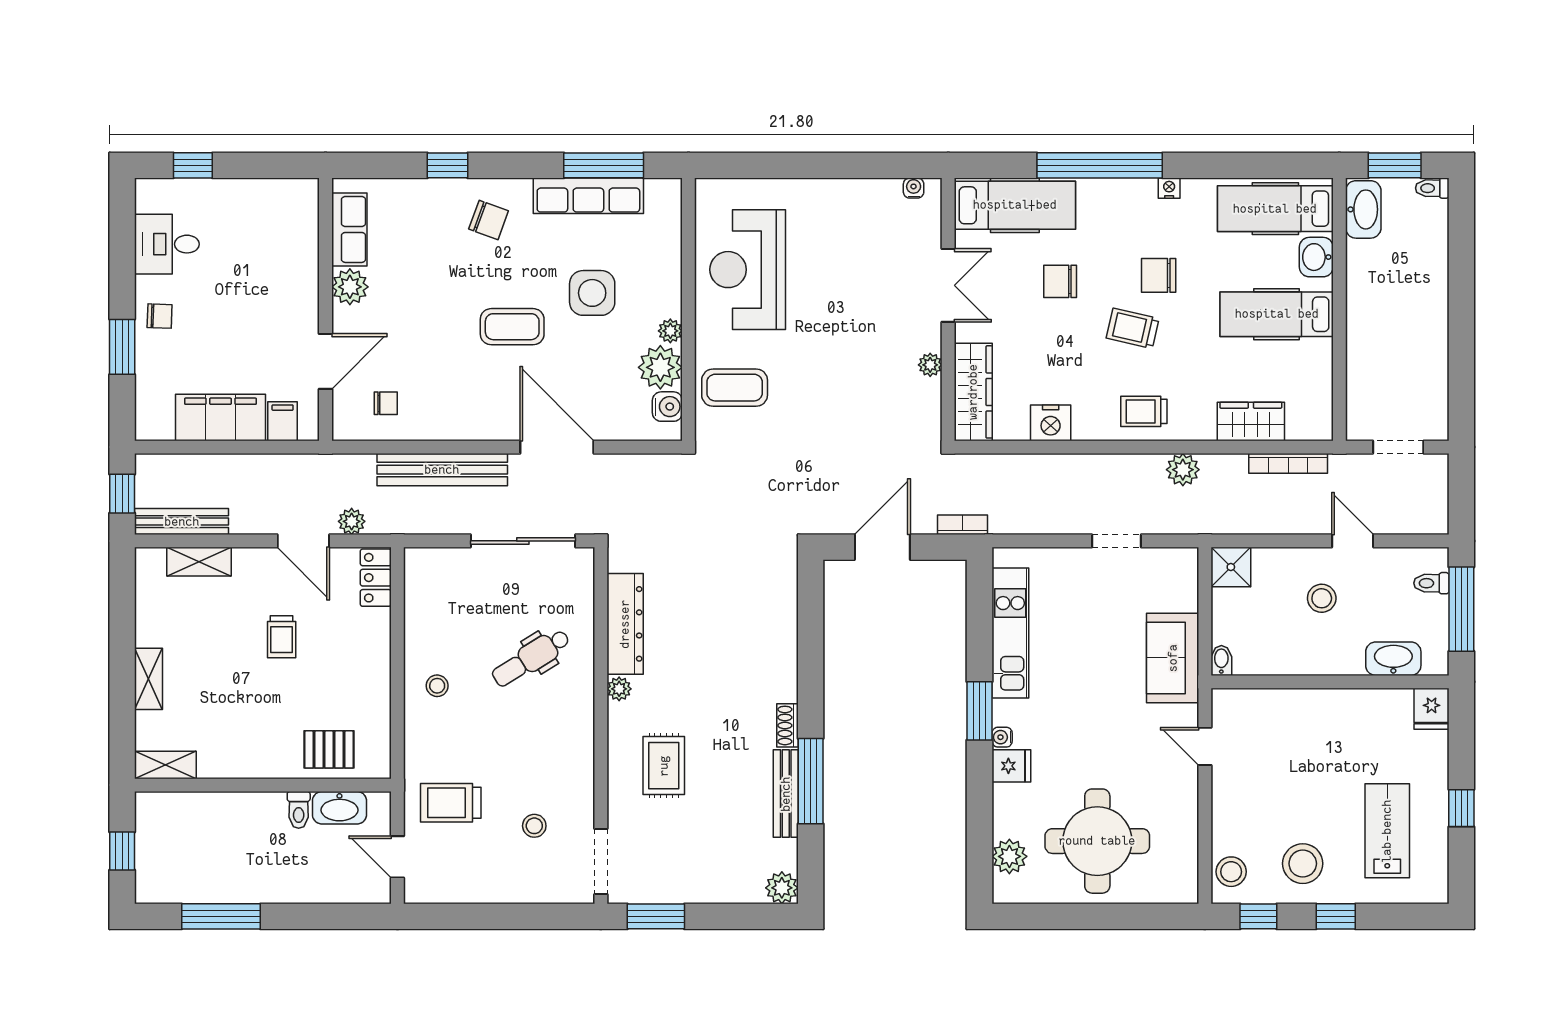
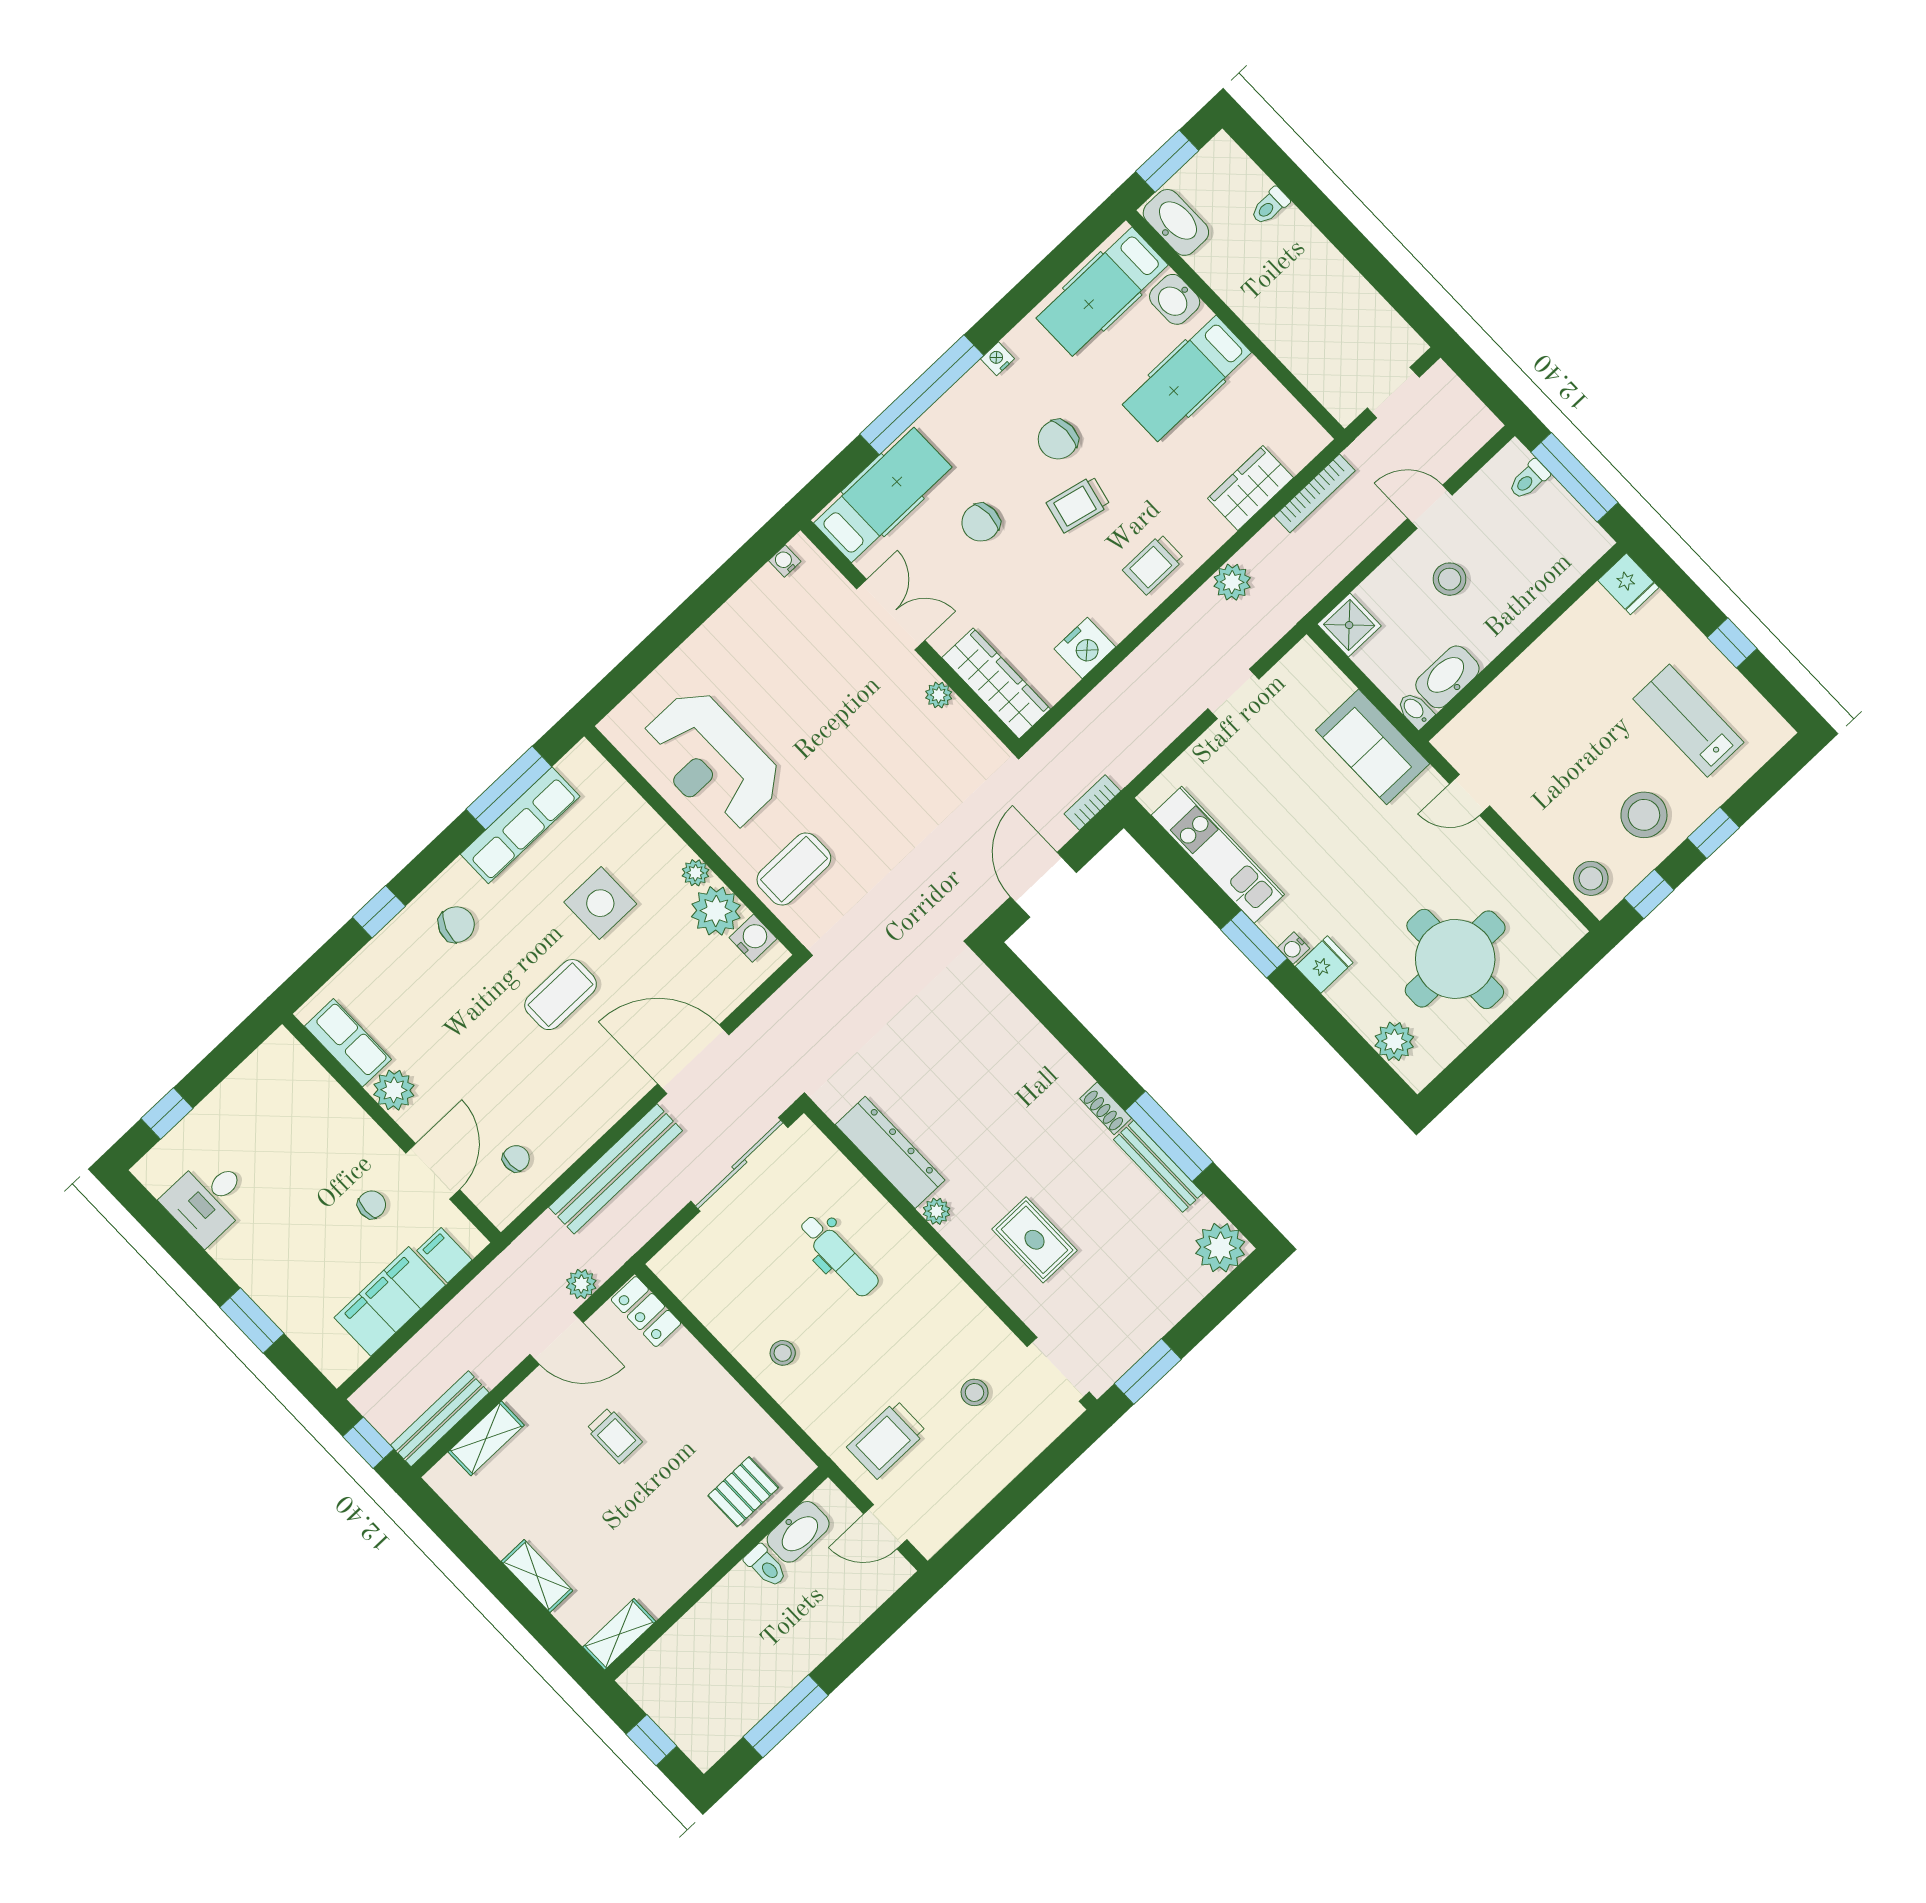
toilet: (1432, 188) -> (1270, 206), moved
chair: (160, 316) -> (372, 1205), moved
dental chair: (531, 658) -> (839, 1255), turned -58
washbasin: (1393, 659) -> (1447, 677), moved
plant: (782, 888) -> (1220, 1248), width x1.36, depth x1.36

